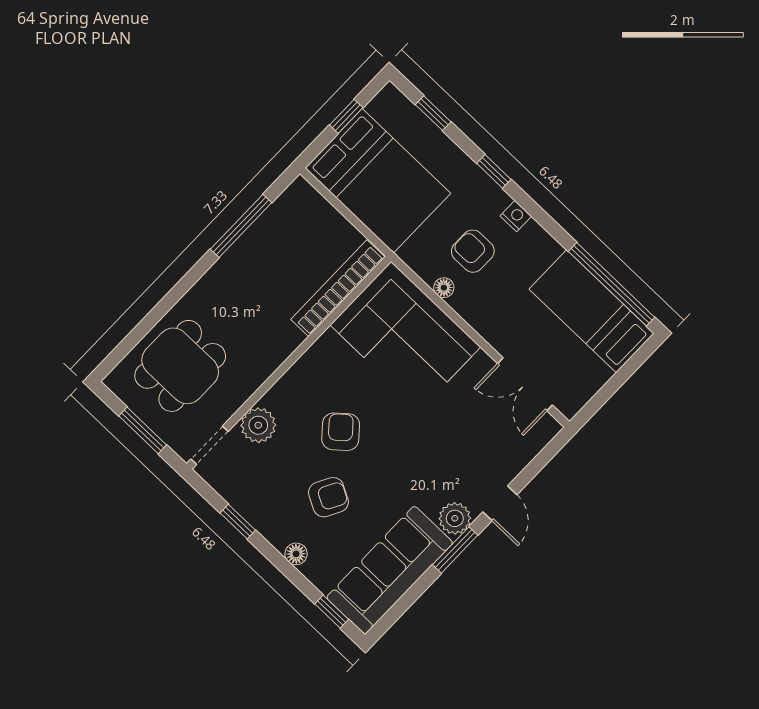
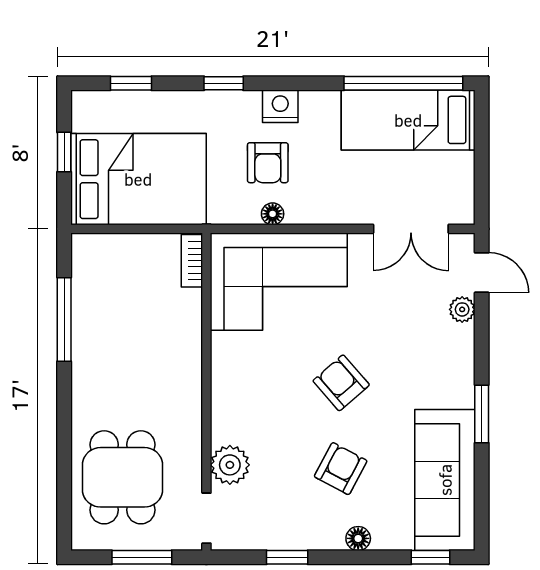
nightstand: (516, 216) -> (280, 106), width x1.39, depth x1.35
armchair: (473, 251) -> (268, 163), turned -90
bookcase: (338, 288) -> (192, 261), width x0.43, depth x0.76
armchair: (341, 432) -> (341, 383), moved
door: (500, 503) -> (482, 273), moved
plant: (455, 518) -> (462, 309), moved, width x0.73, depth x0.73

